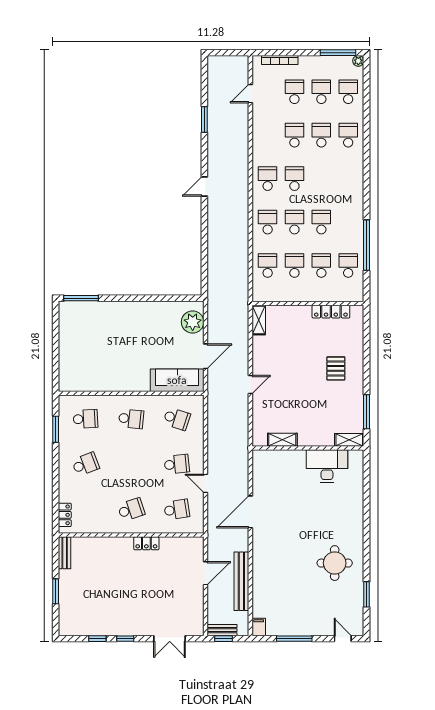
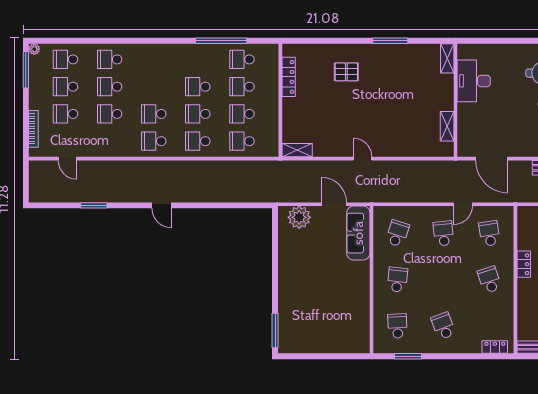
shelving: (282, 440) -> (447, 126), moved
shelving: (349, 440) -> (447, 58), moved
wall: (308, 448) -> (456, 100), moved
desk: (327, 466) -> (474, 81), moved

